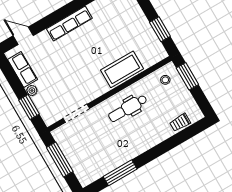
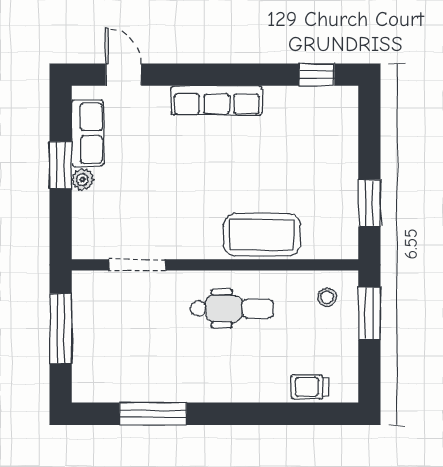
window: (29, 107) -> (61, 165), moved
dental chair: (128, 108) -> (232, 309), turned 180

